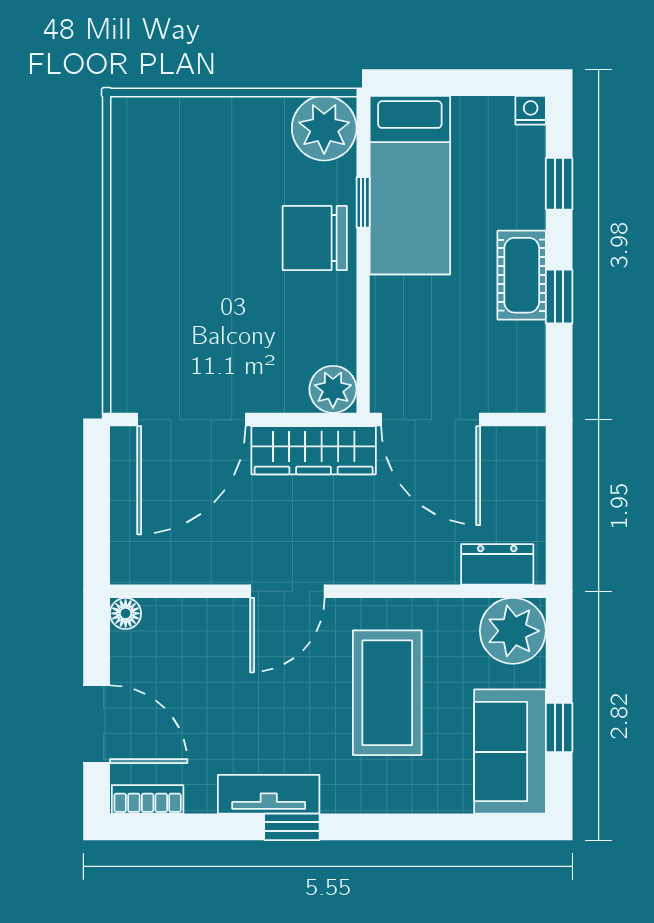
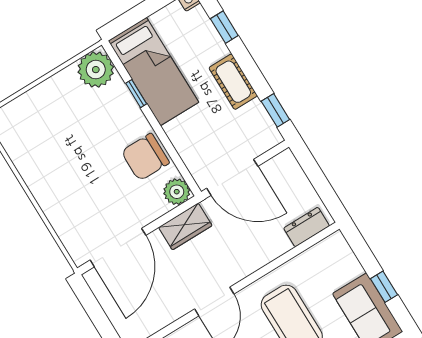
chair: (315, 238) -> (145, 157), moved
window: (559, 296) -> (275, 110), moved
wardrobe: (314, 450) -> (185, 226), width x0.67
plant: (513, 631) -> (334, 254), removed

